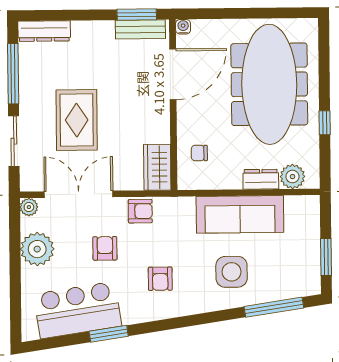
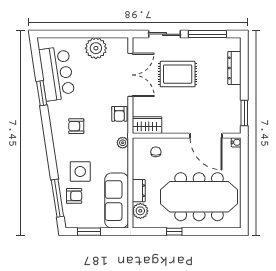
bench: (140, 29) -> (235, 115), removed
dresser: (44, 31) -> (234, 68), moved
plant: (29, 207) -> (123, 143), moved
sofa: (240, 214) -> (117, 201), moved
armchair: (105, 248) -> (74, 196), moved

